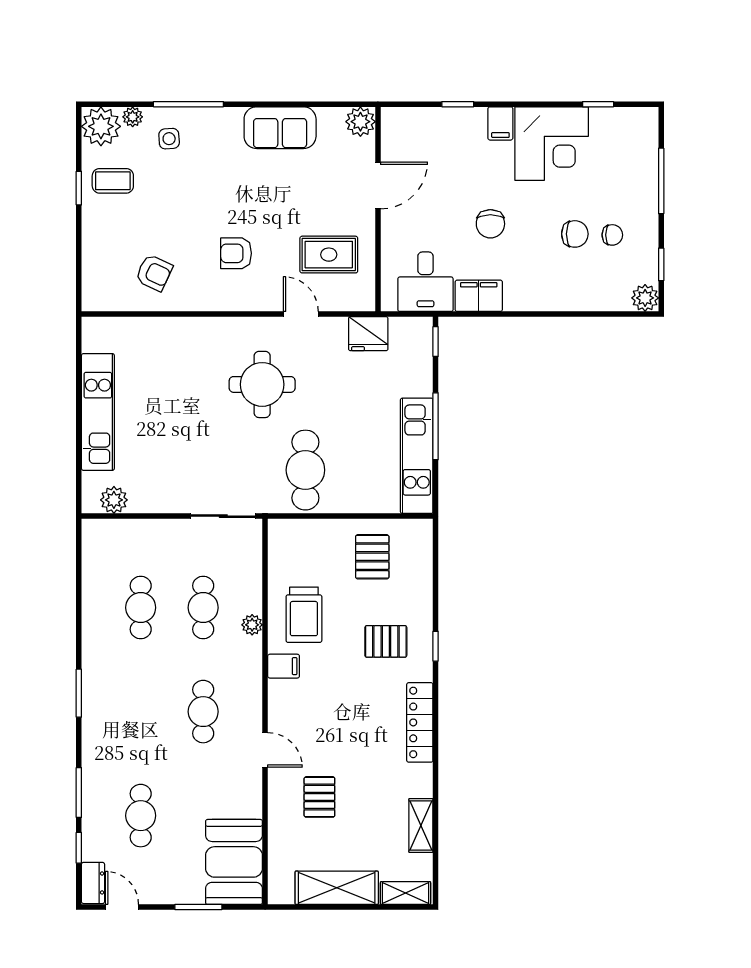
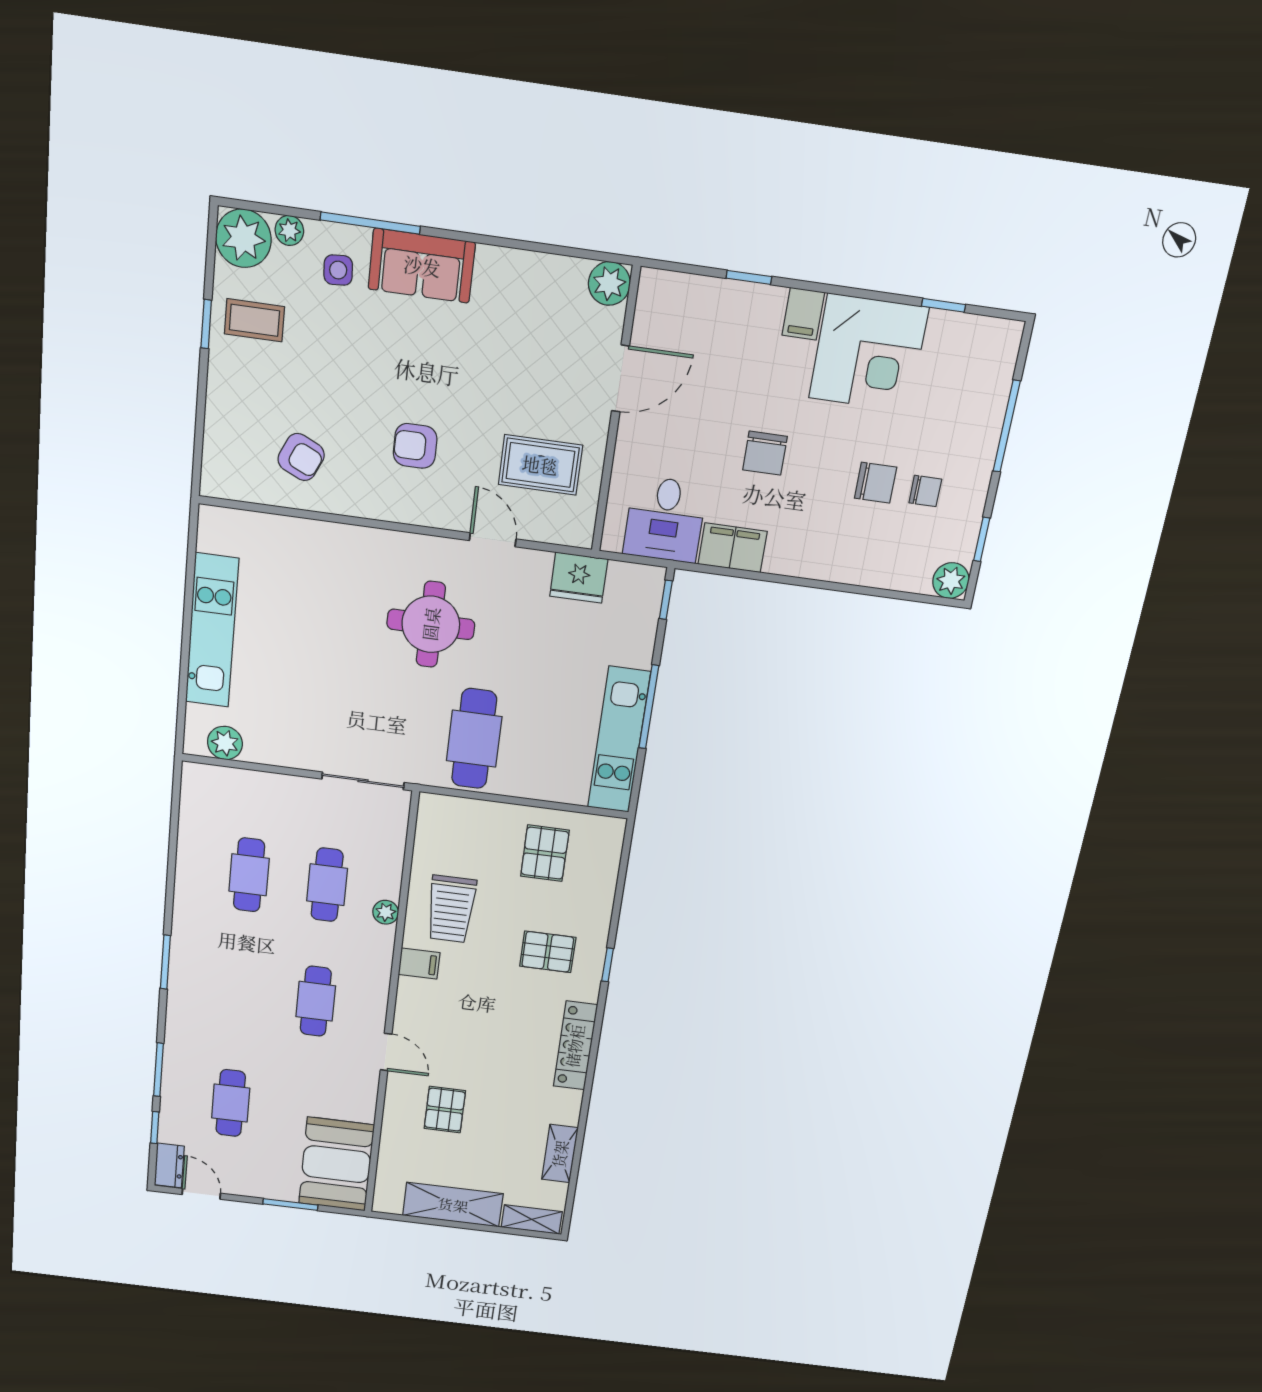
sofa: (280, 128) -> (422, 266), moved

